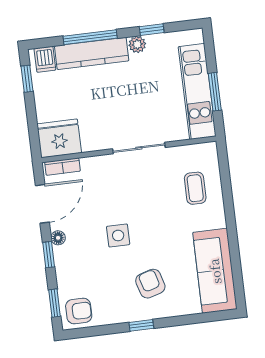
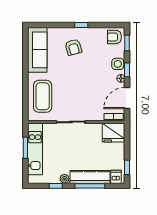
coffee table: (195, 188) -> (43, 96), width x1.86, depth x1.72
side table: (118, 235) -> (118, 64), moved

